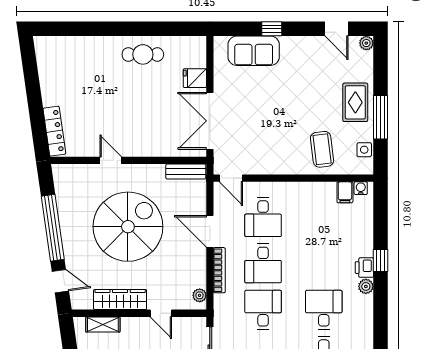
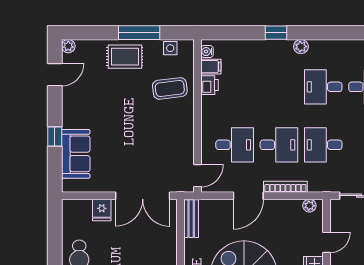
printer: (364, 268) -> (209, 85), moved, turned -90

